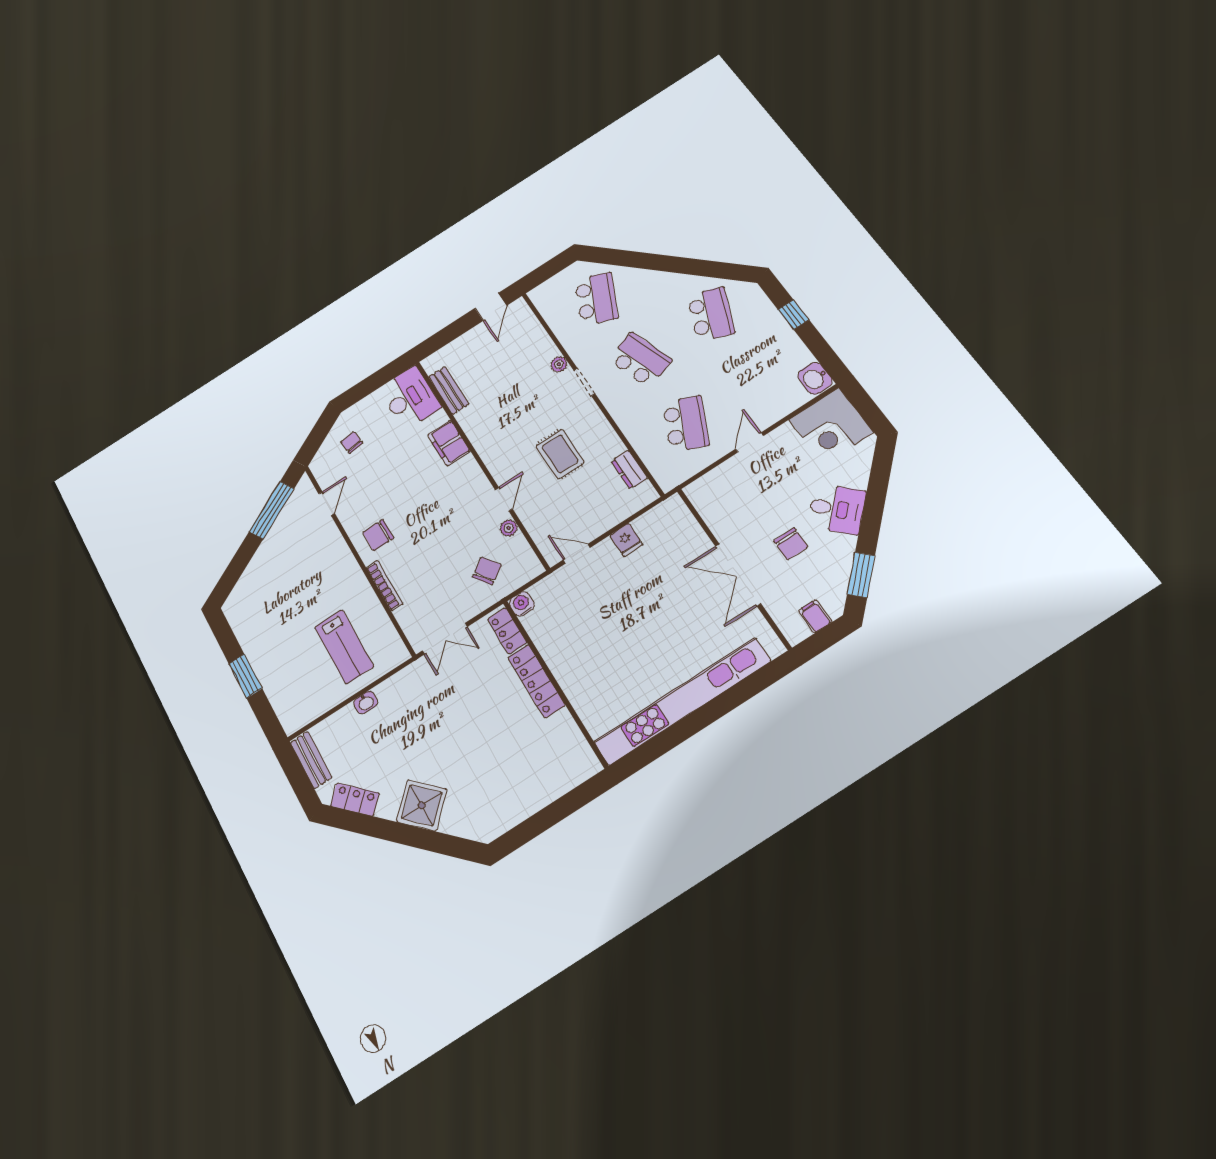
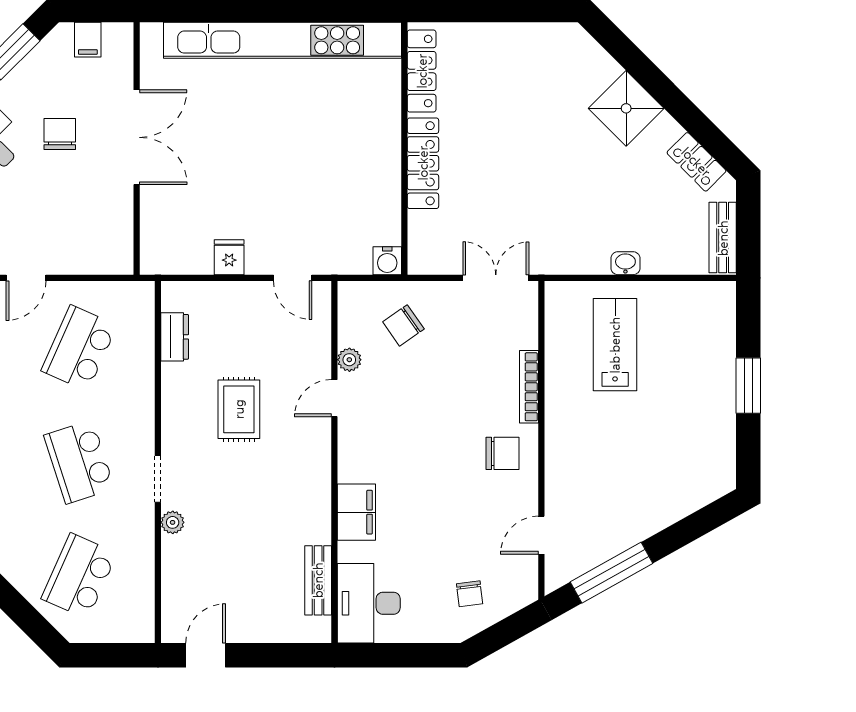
locker: (507, 631) -> (422, 71), moved, width x1.53

